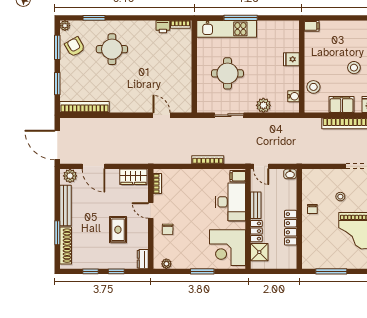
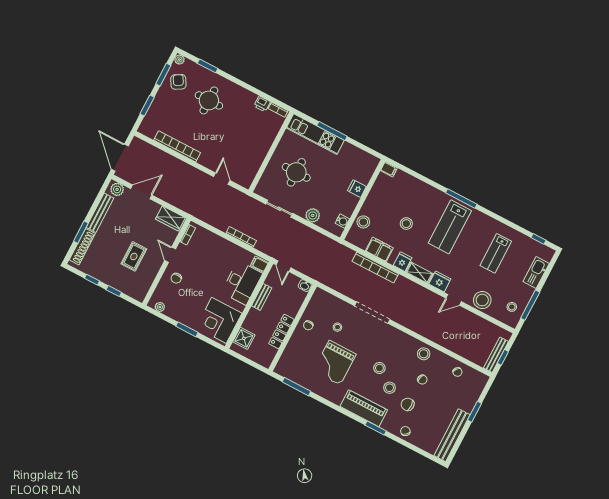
bookcase: (85, 107) -> (177, 146), moved
door: (94, 166) -> (141, 192), swing flipped
locker: (256, 231) -> (251, 319), removed
dresser: (143, 259) -> (142, 292), removed

